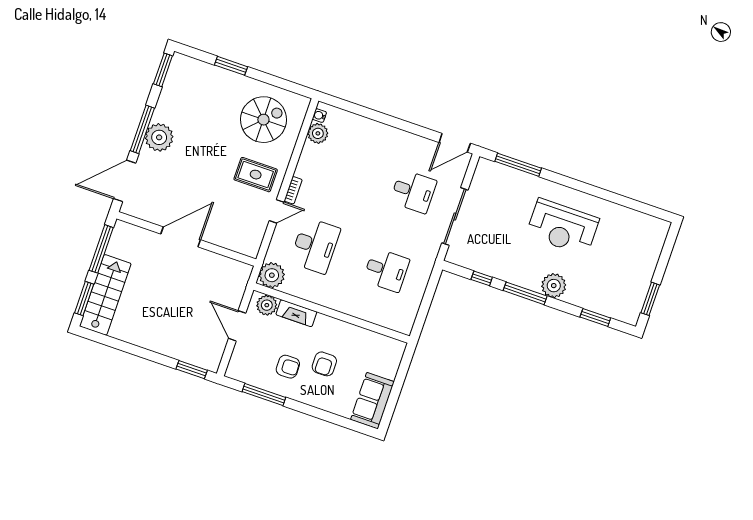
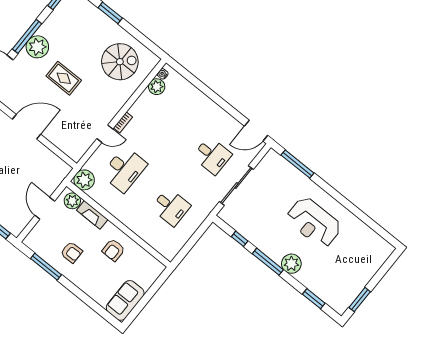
rug: (256, 175) -> (64, 78), moved
armchair: (324, 364) -> (113, 250), moved

